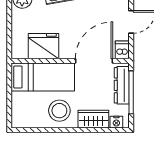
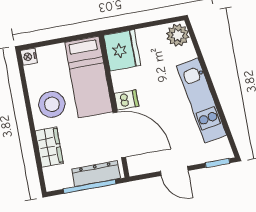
fridge: (44, 46) -> (122, 50), moved
dishwasher: (122, 50) -> (126, 100), moved
nightstand: (116, 122) -> (29, 57), moved

